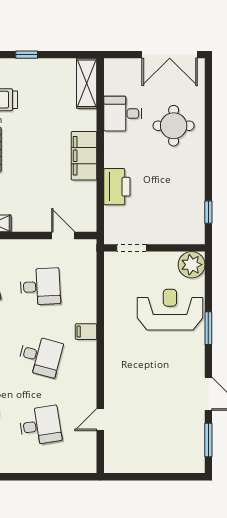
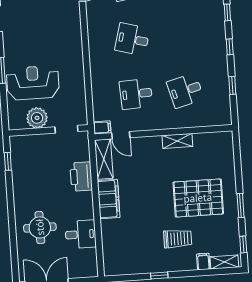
shelving: (87, 83) -> (104, 159), moved
plant: (192, 265) -> (37, 118), moved
reception desk: (170, 310) -> (33, 83), turned 180
filing cabinet: (86, 332) -> (102, 127), moved

